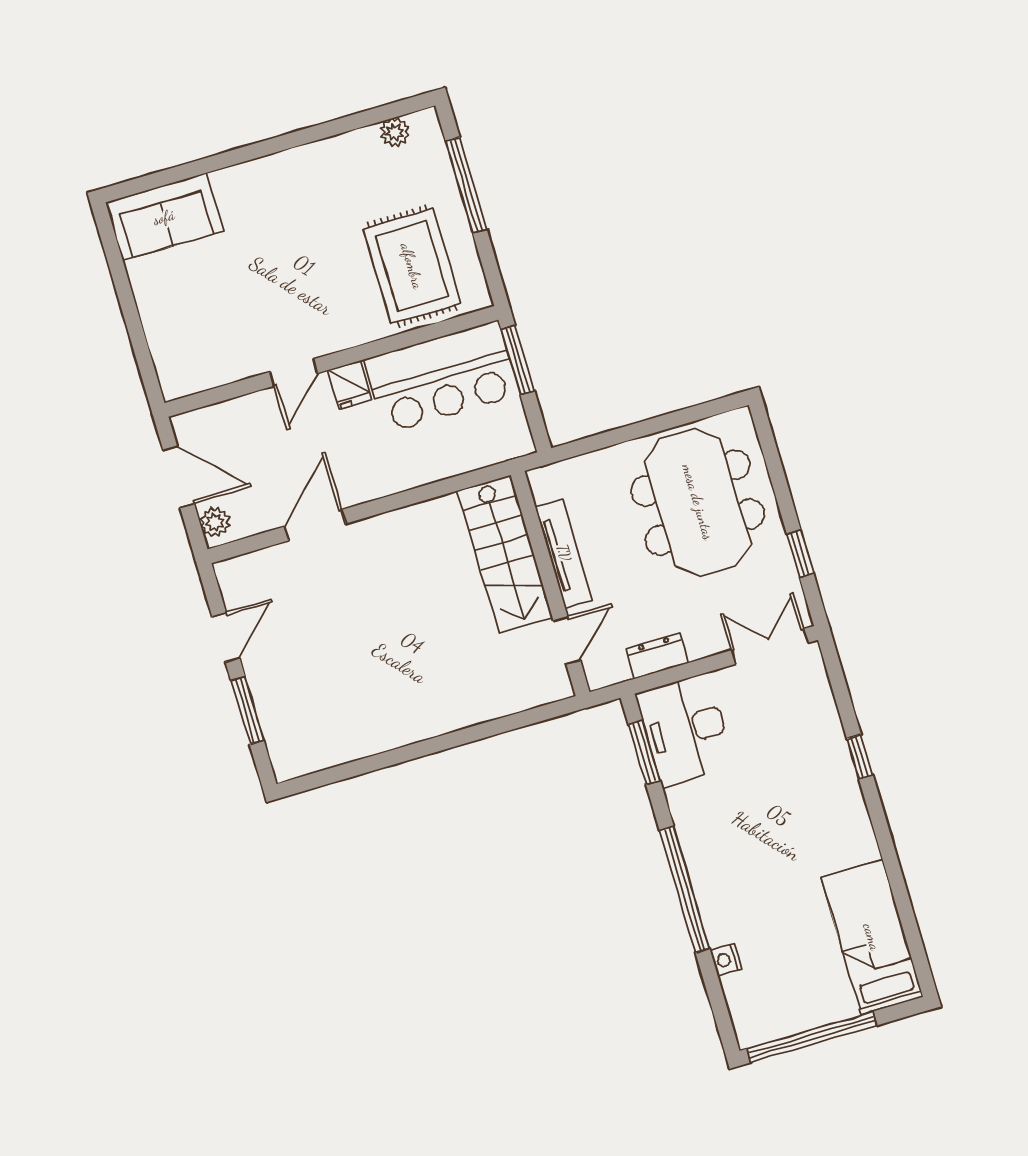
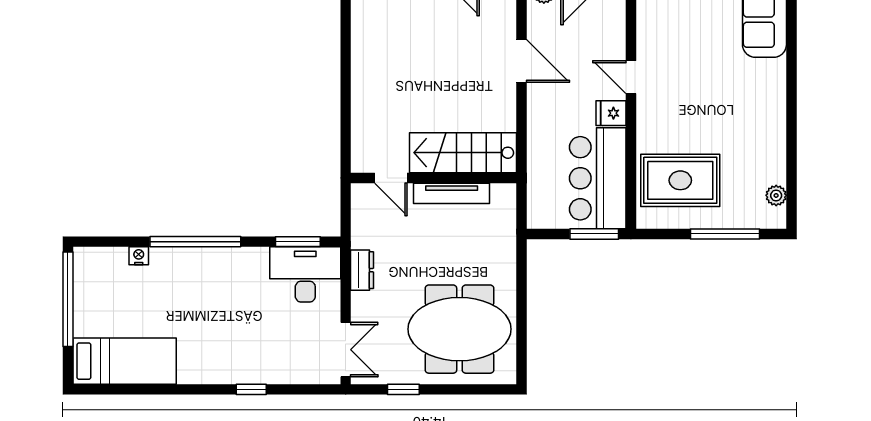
tv unit: (564, 553) -> (452, 193), moved
stairs: (505, 554) -> (463, 153), moved
wall: (550, 584) -> (434, 178), moved
door: (567, 640) -> (391, 178), moved

